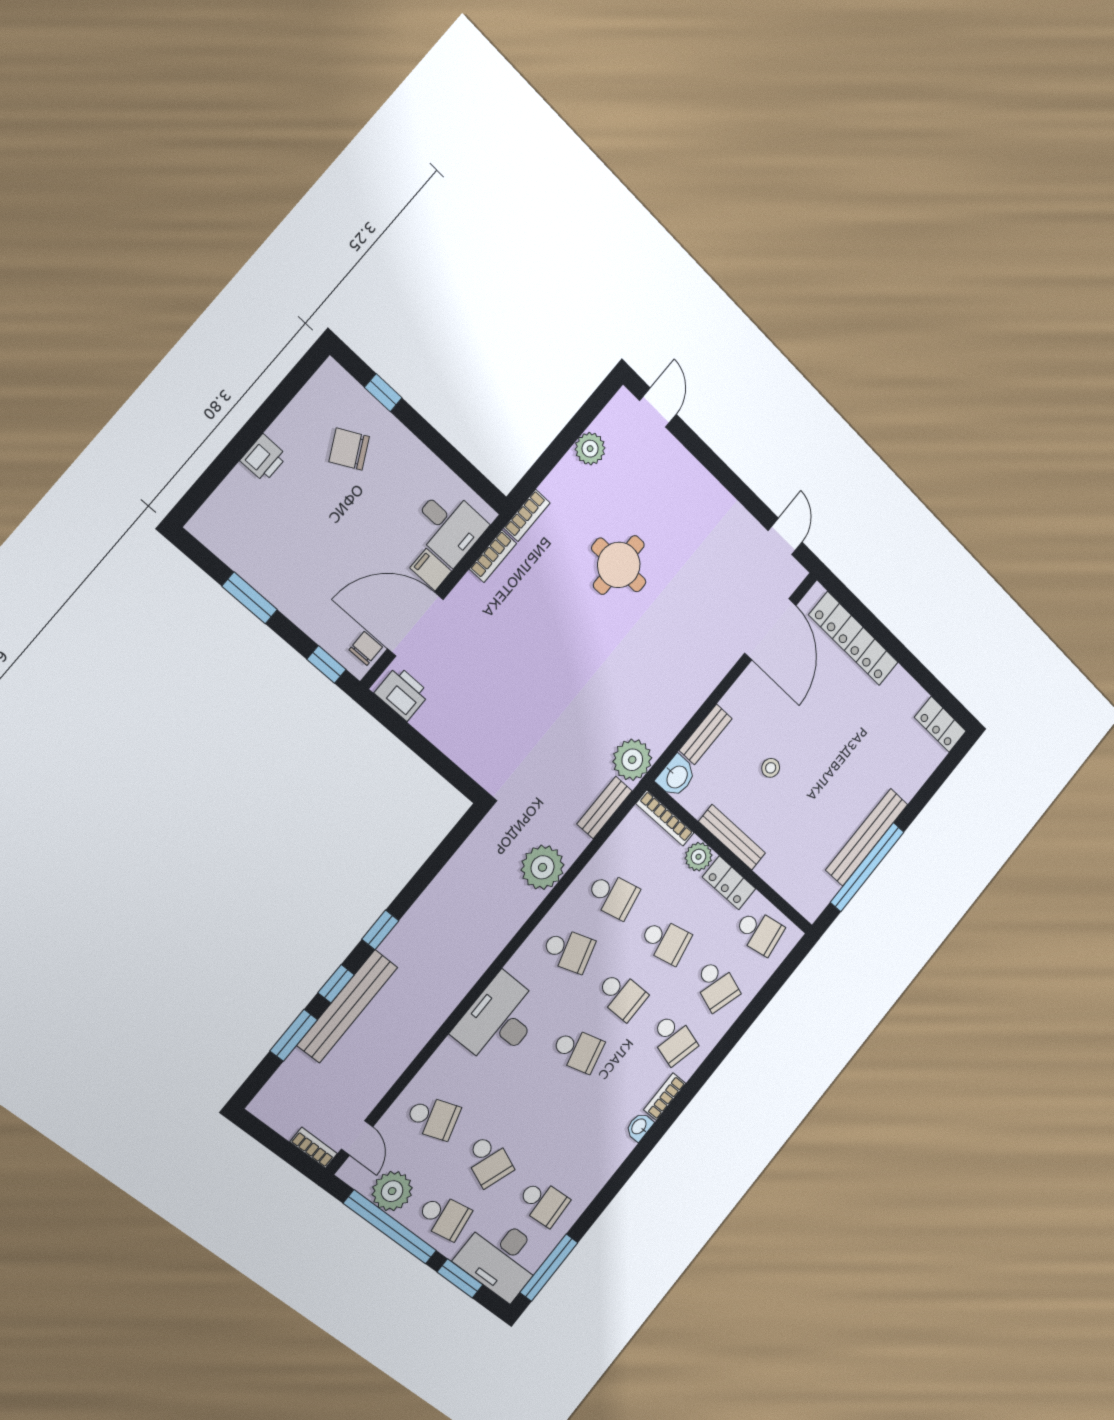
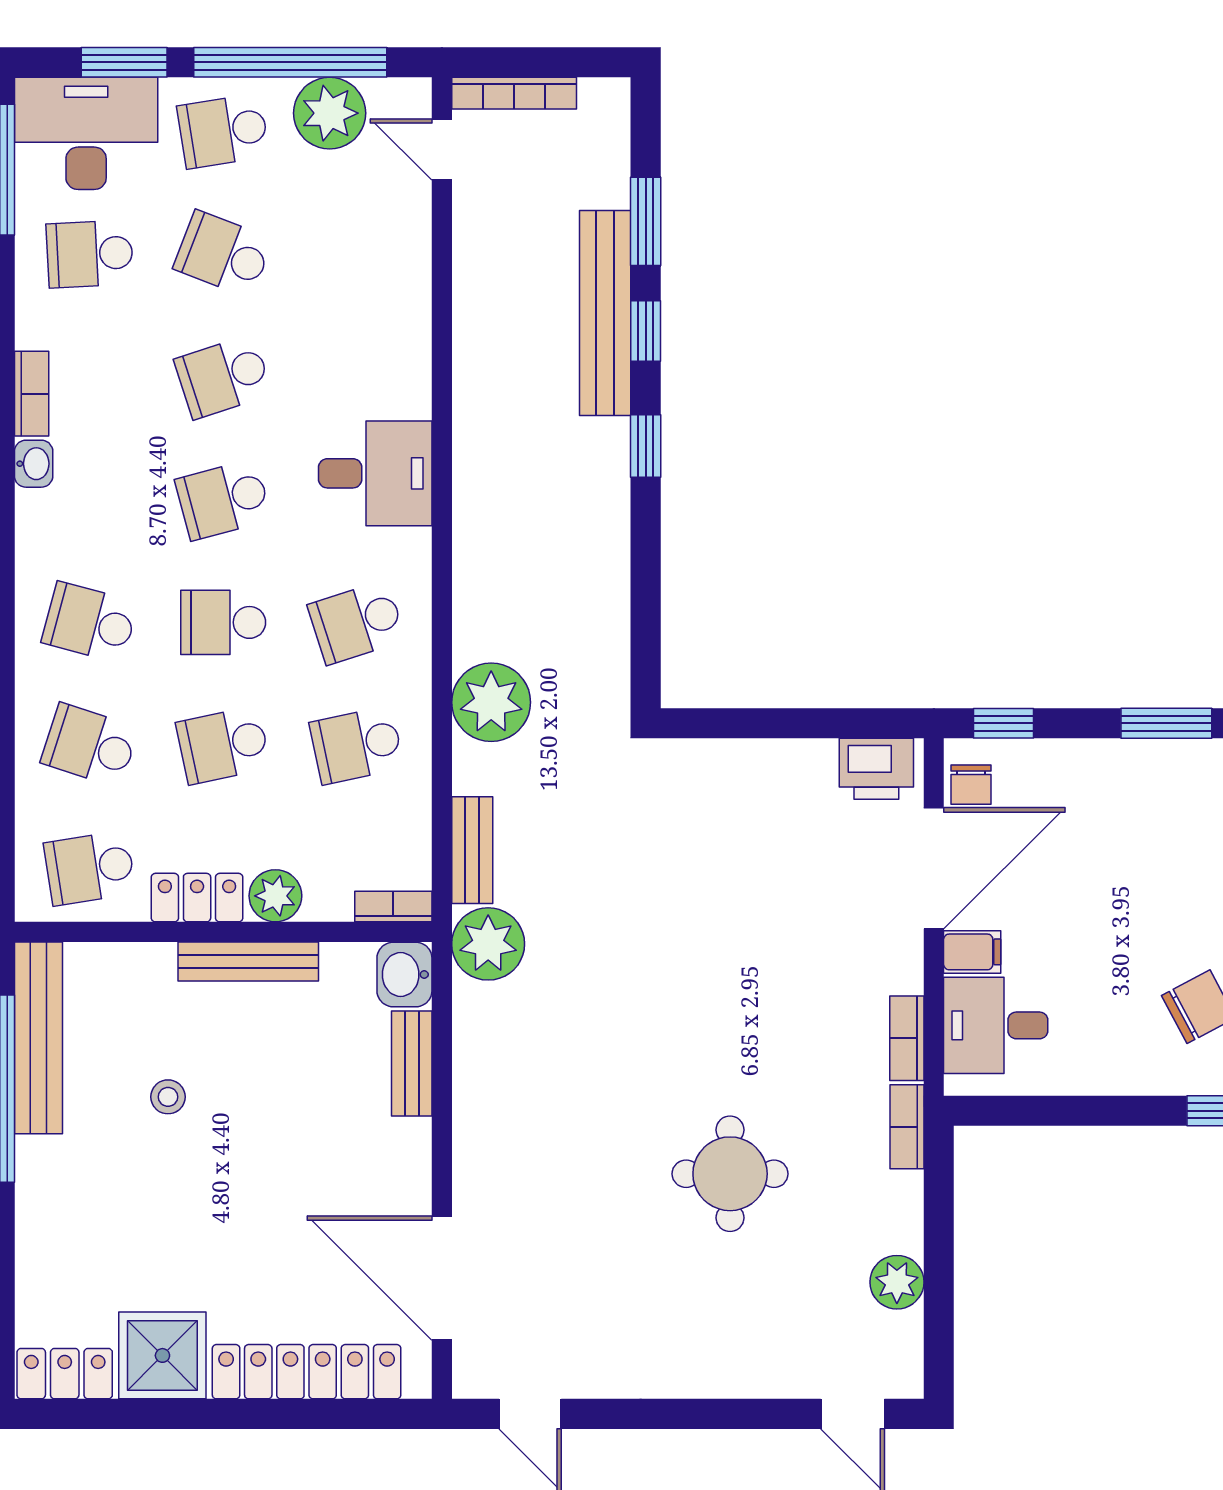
shower: (900, 698) -> (162, 1355), added
stool: (771, 768) -> (168, 1097), moved
bookcase: (665, 818) -> (393, 907), width x0.64
bench: (867, 837) -> (38, 1038), moved
desk: (499, 1020) -> (375, 473), width x0.73
bookcase: (665, 1097) -> (32, 394), moved
school desk: (433, 1118) -> (223, 377), moved
bookcase: (314, 1148) -> (514, 93), width x1.56

